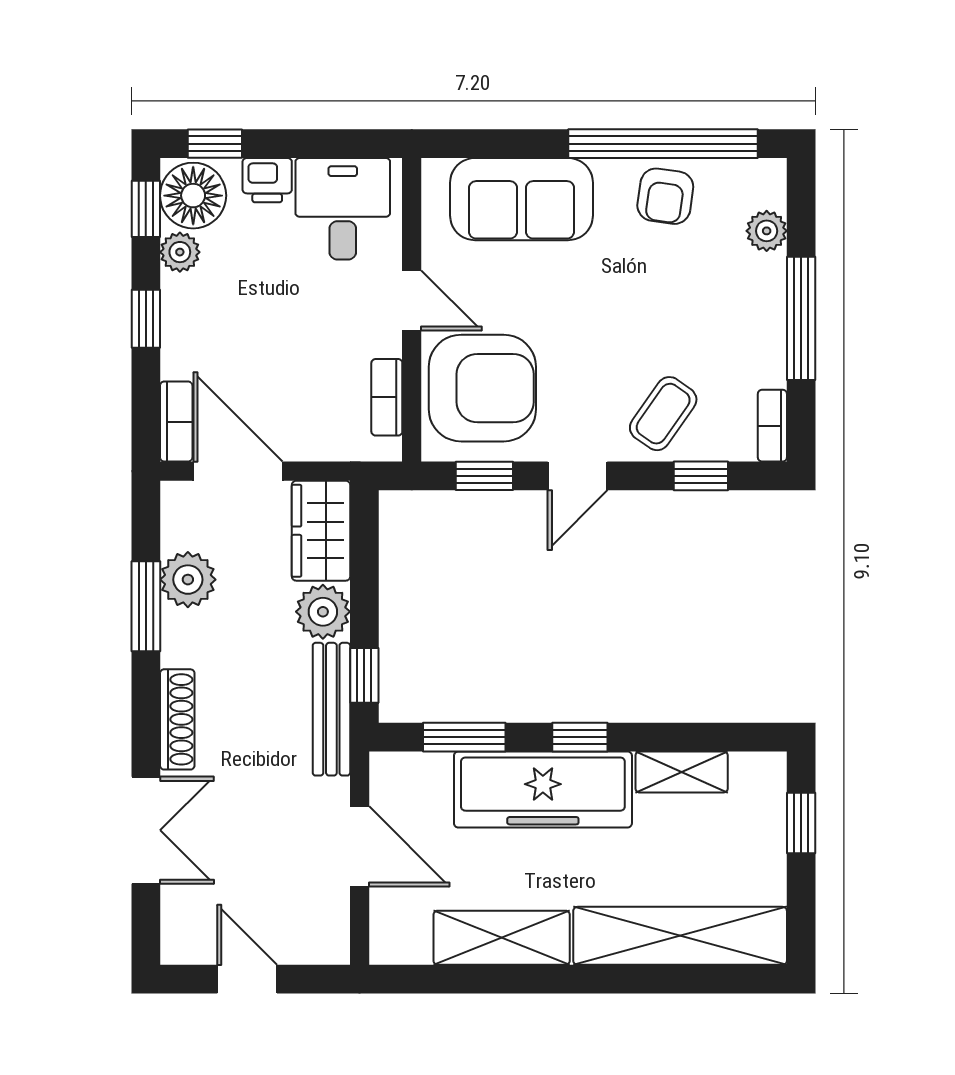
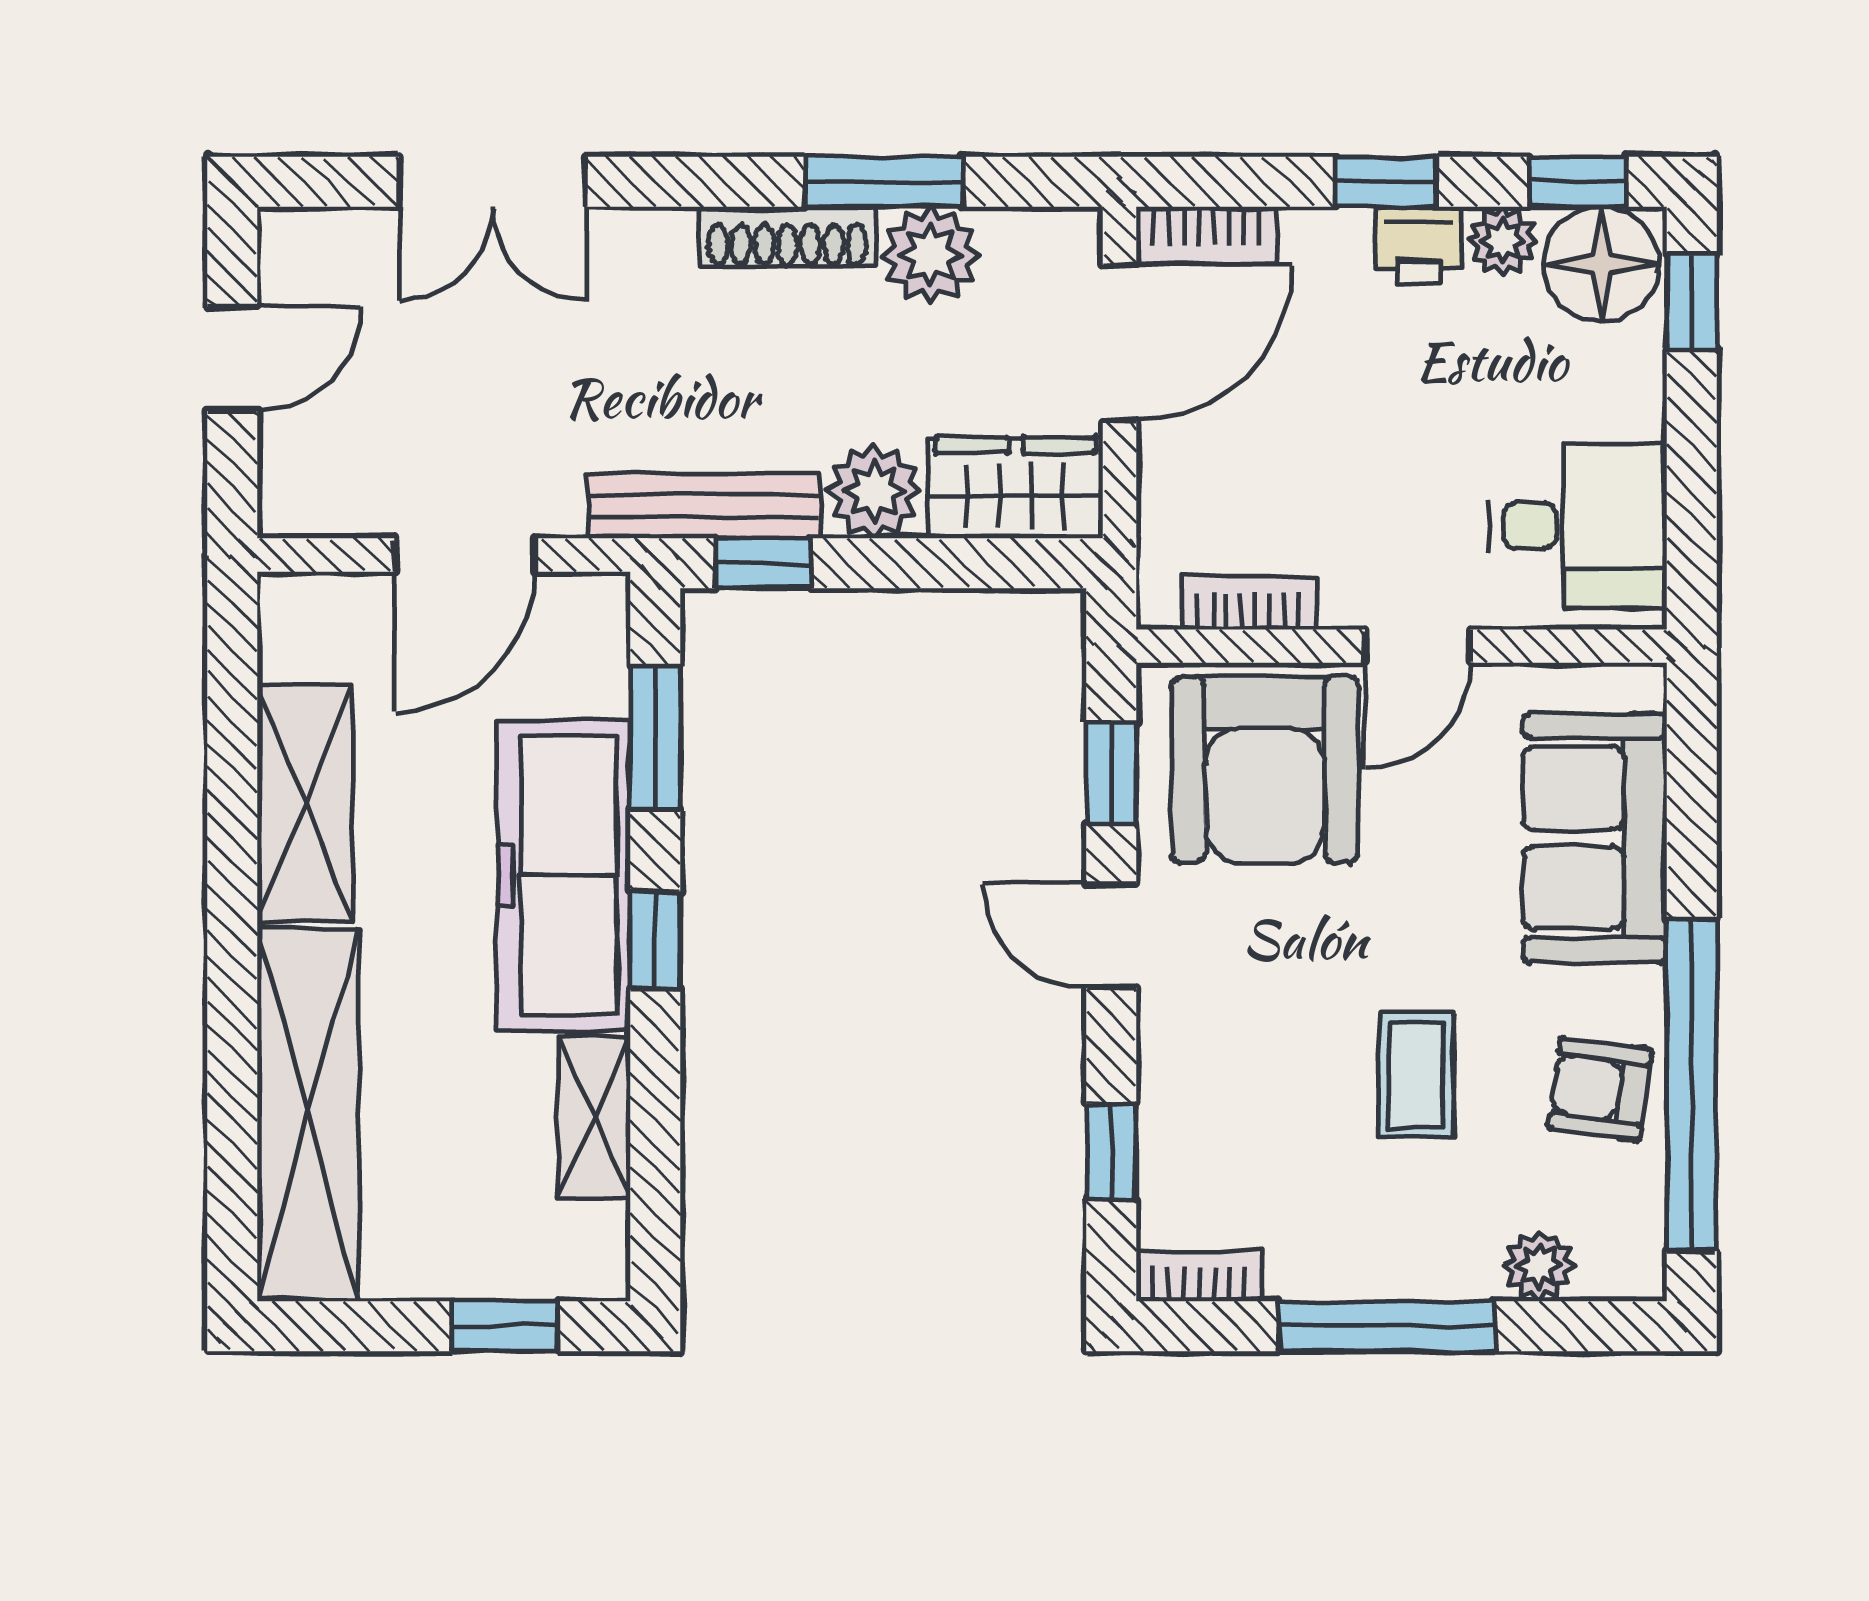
printer: (267, 180) -> (1418, 246), moved, turned -90
coffee table: (663, 414) -> (1416, 1075), moved, turned 55
shoe rack: (177, 719) -> (787, 237), moved

